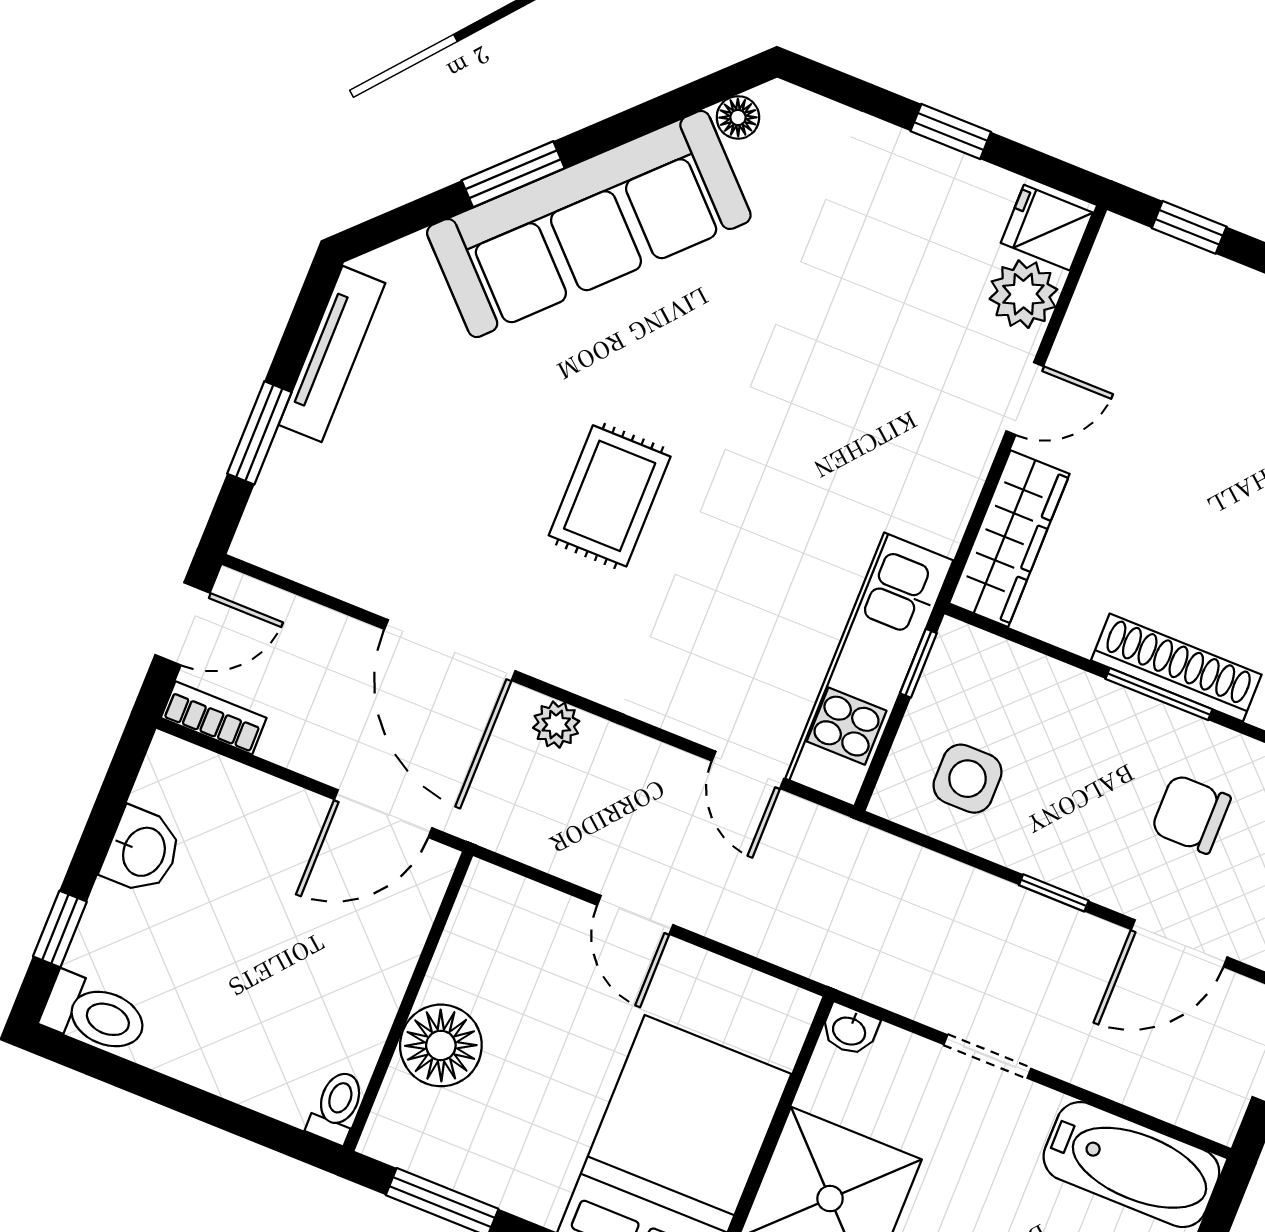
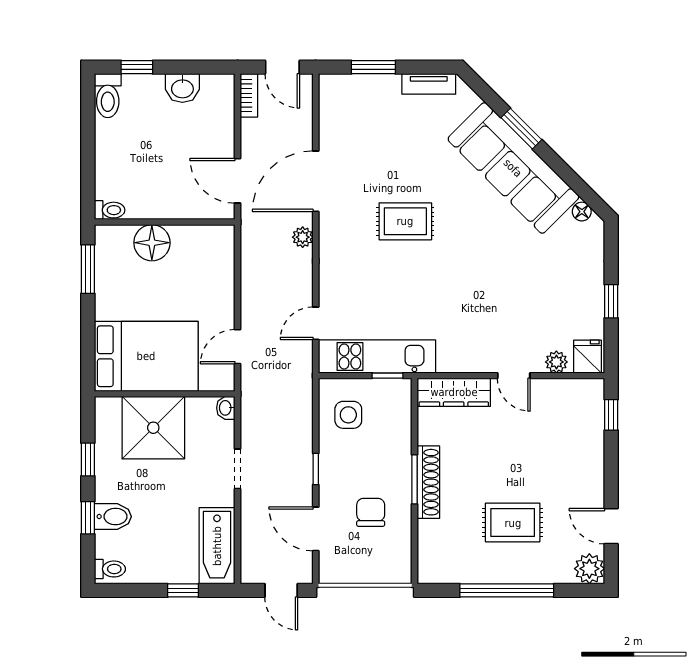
plant: (1023, 294) -> (556, 362), width x0.73, depth x0.73
tv unit: (332, 354) -> (429, 84), width x0.71
door: (635, 915) -> (238, 347), moved

